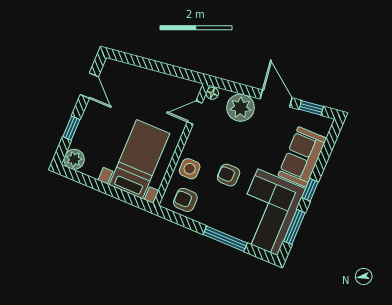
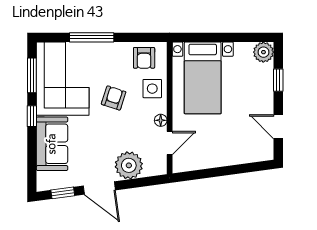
floor lamp: (212, 93) -> (161, 120), moved
armchair: (229, 175) -> (114, 98), turned -72
armchair: (185, 200) -> (144, 58), turned 90

